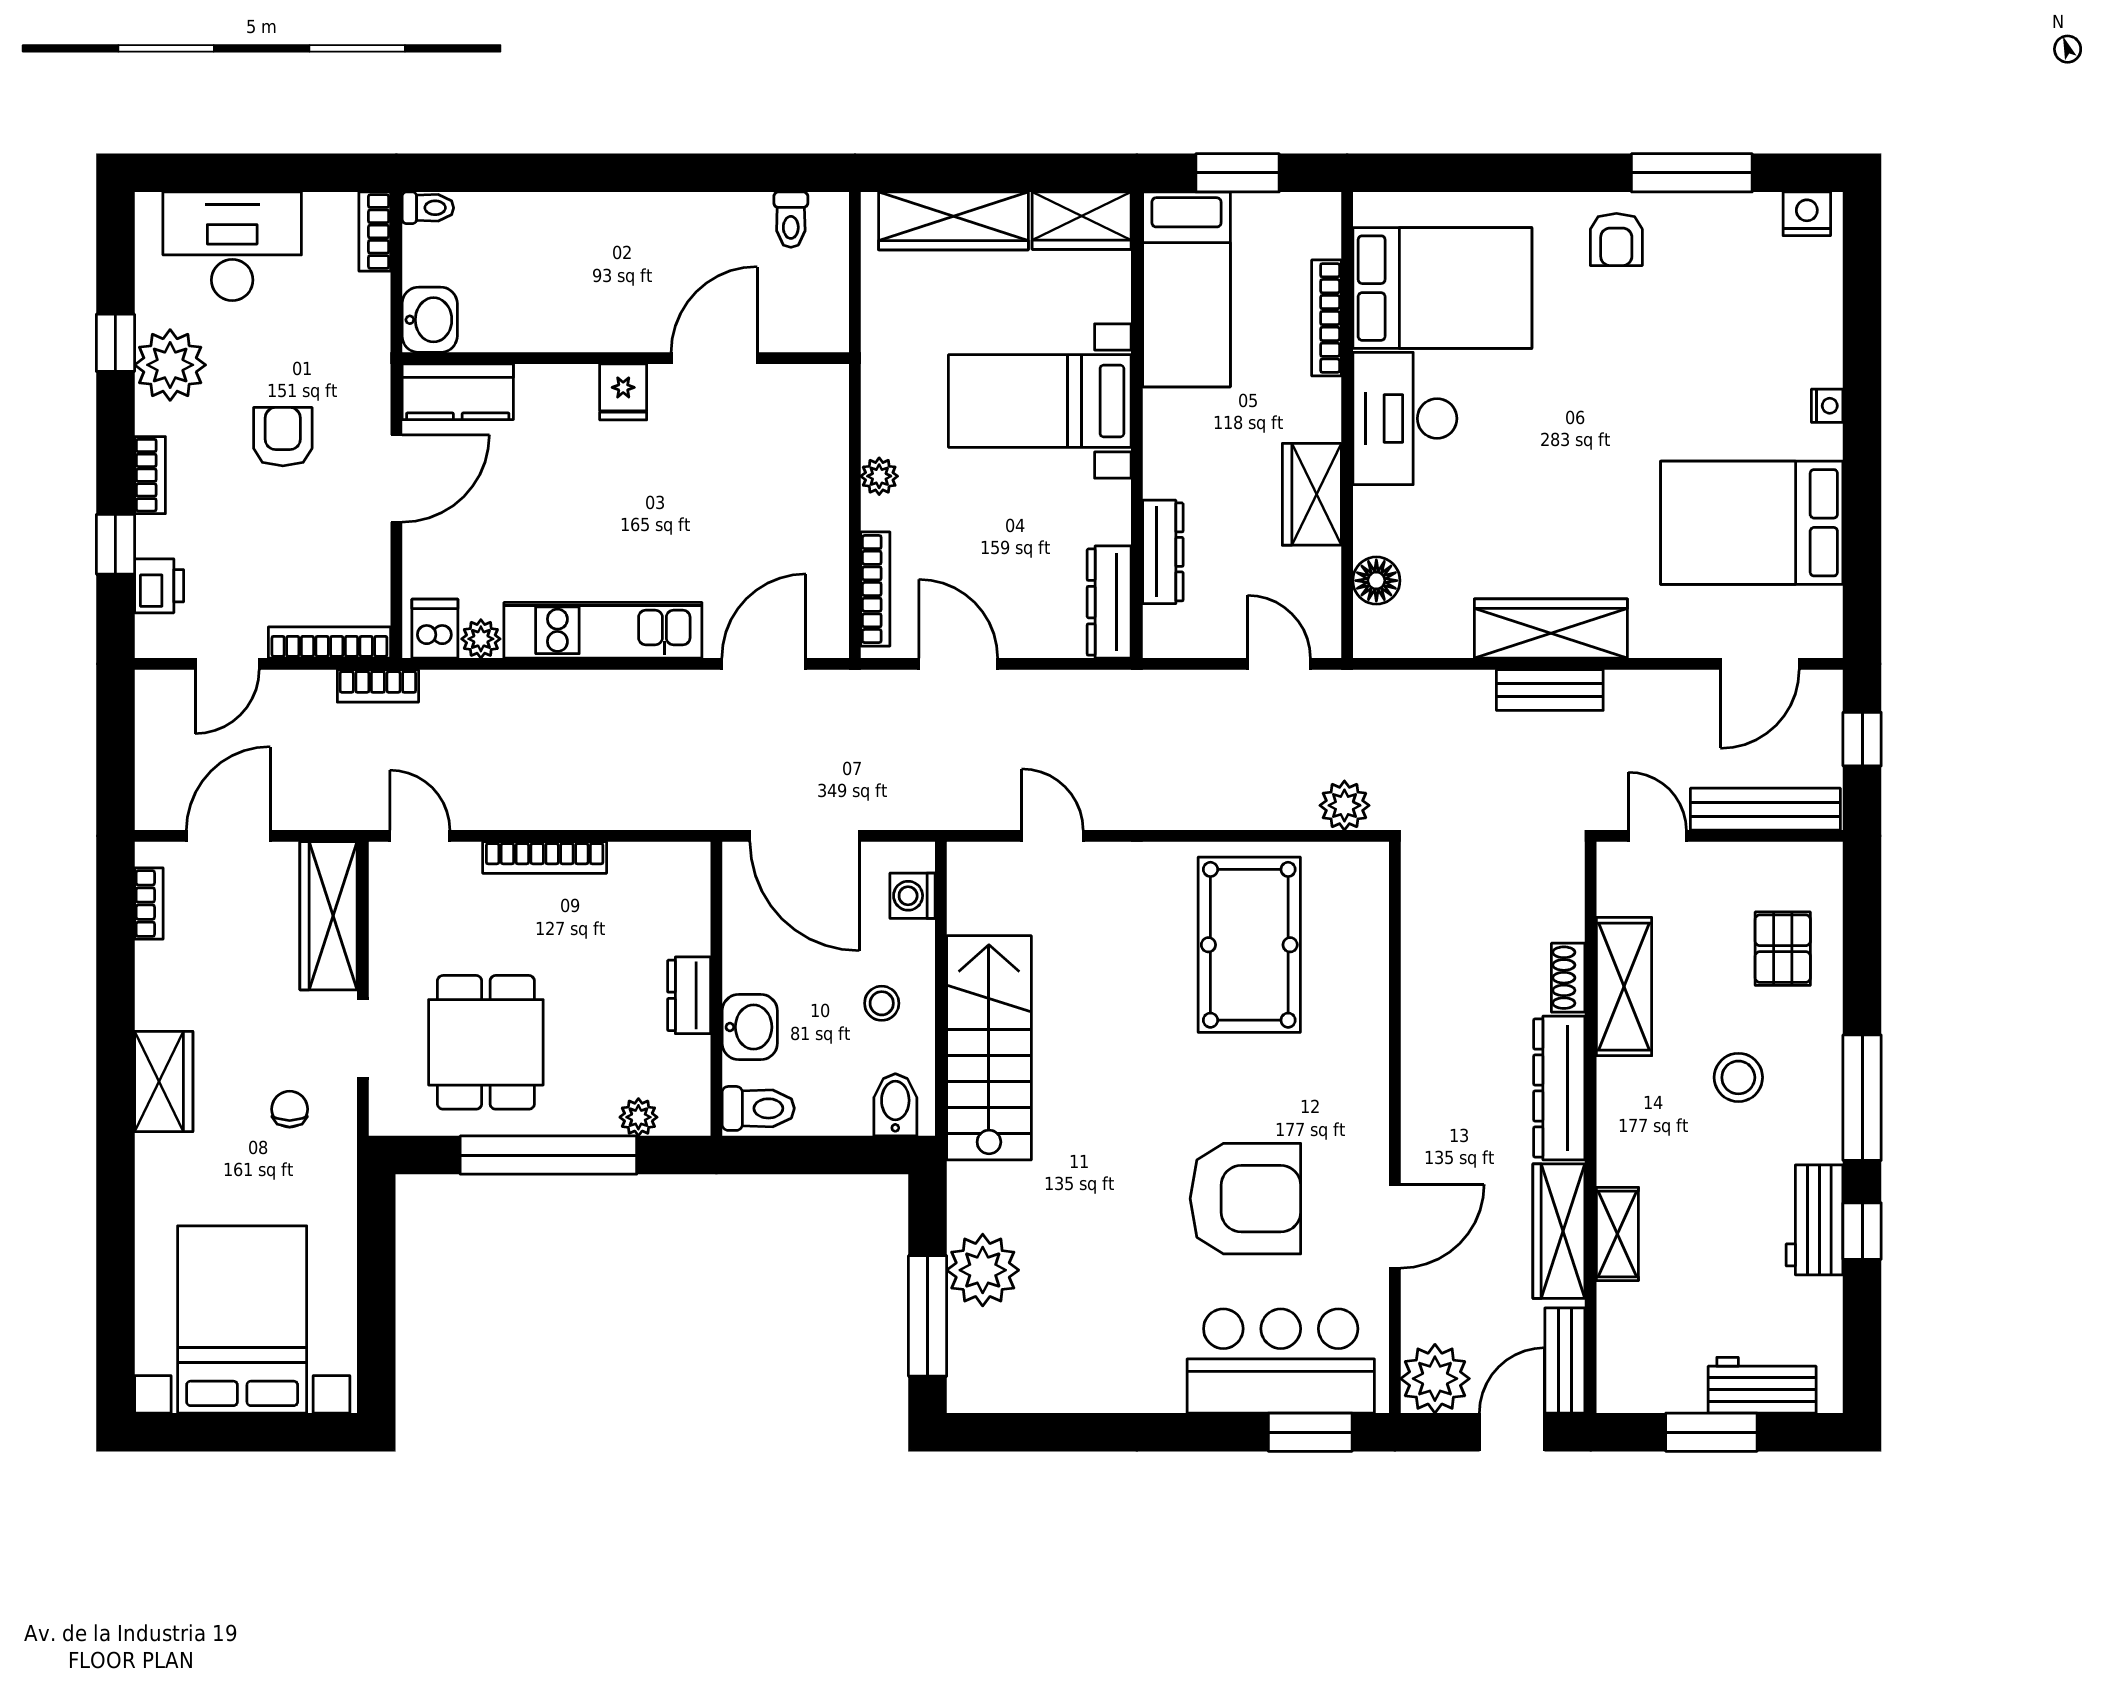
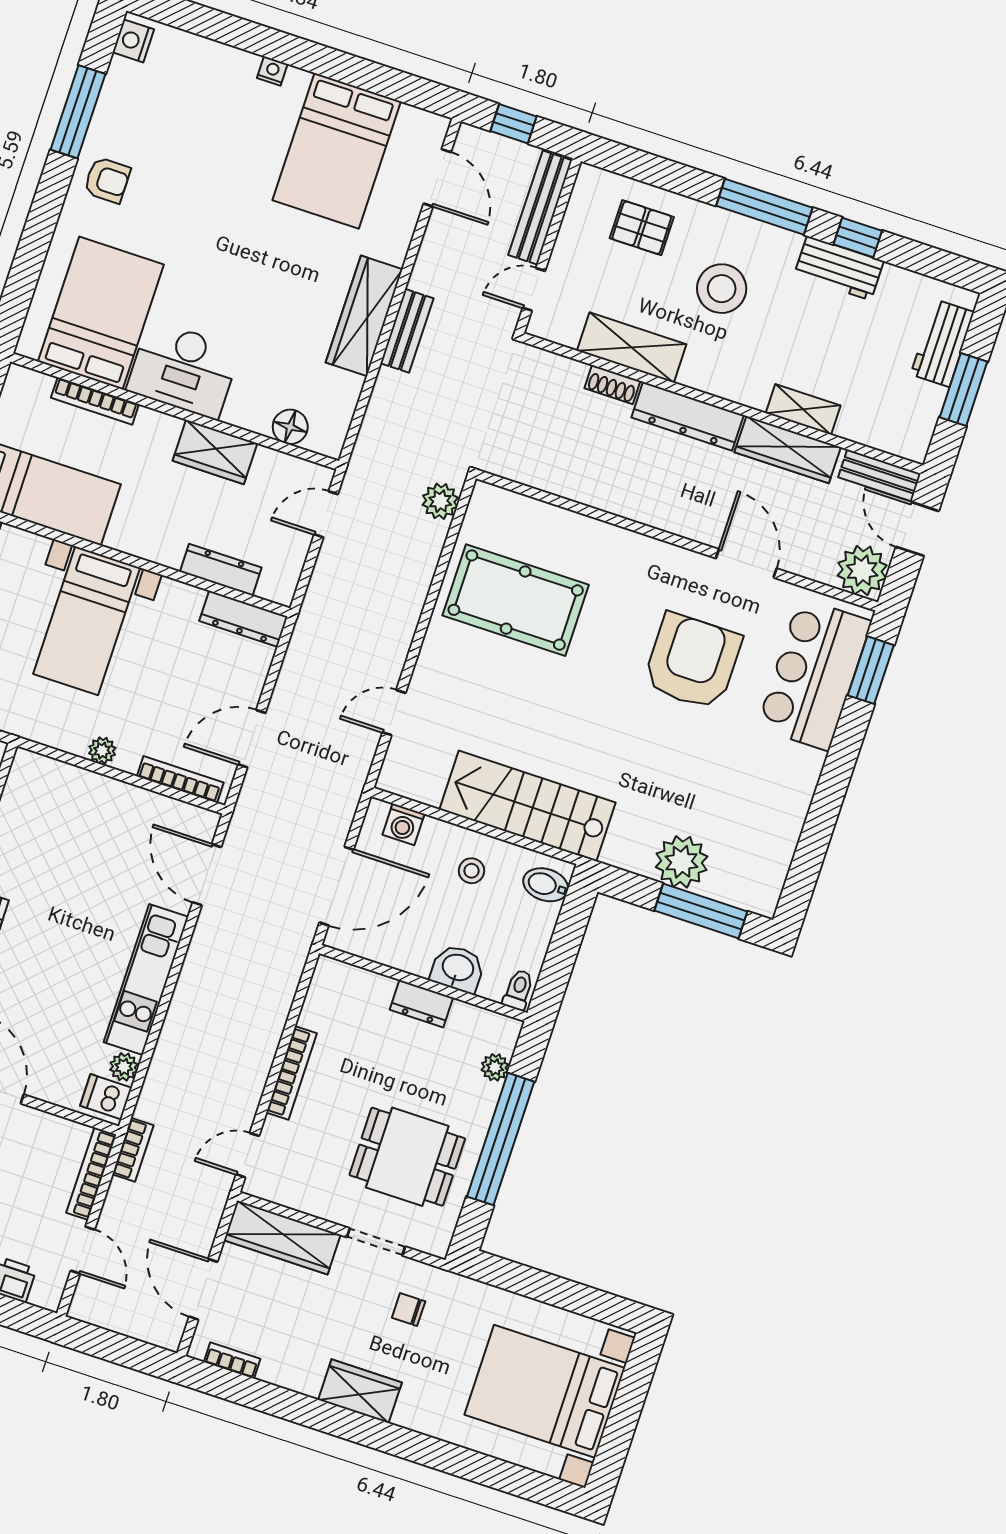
stool: (1738, 1077) -> (722, 289), width x1.38, depth x1.38
toilet: (758, 1108) -> (518, 990), width x0.73, depth x0.72

